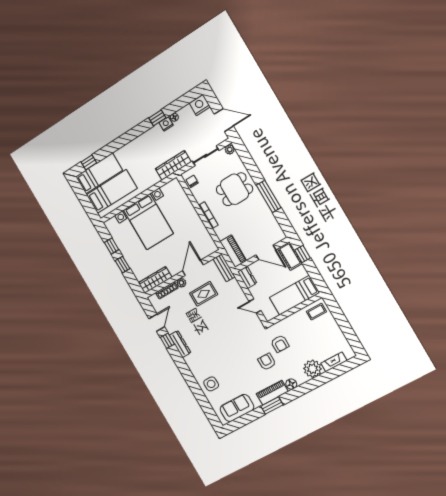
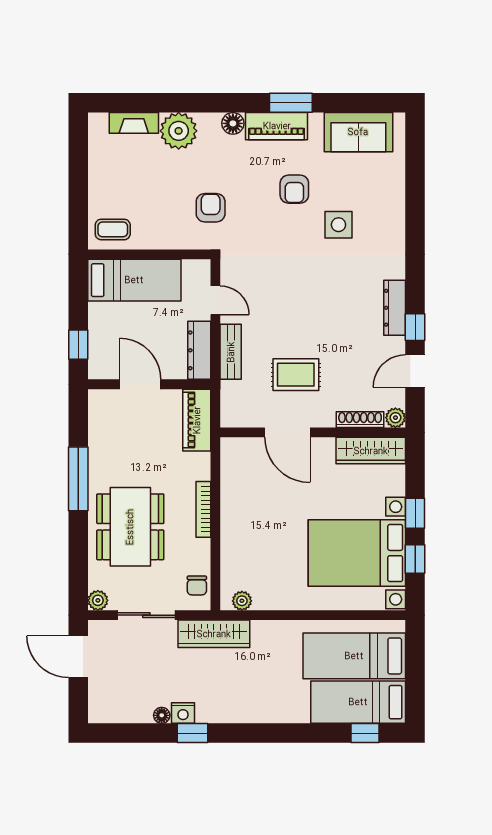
nightstand: (200, 105) -> (105, 708), removed
plant: (170, 186) -> (242, 601), added
dining table: (234, 189) -> (130, 527), width x1.38
bed with nightstands: (148, 222) -> (357, 553), moved, turned -90
cot: (290, 256) -> (102, 354), removed
door: (193, 268) -> (287, 432), hinge flipped
bench: (224, 268) -> (231, 352), moved
dresser: (247, 277) -> (199, 350), width x1.44
plant: (181, 283) -> (395, 418), moved
armchair: (267, 362) -> (294, 189), moved
side table: (211, 384) -> (338, 225), moved

